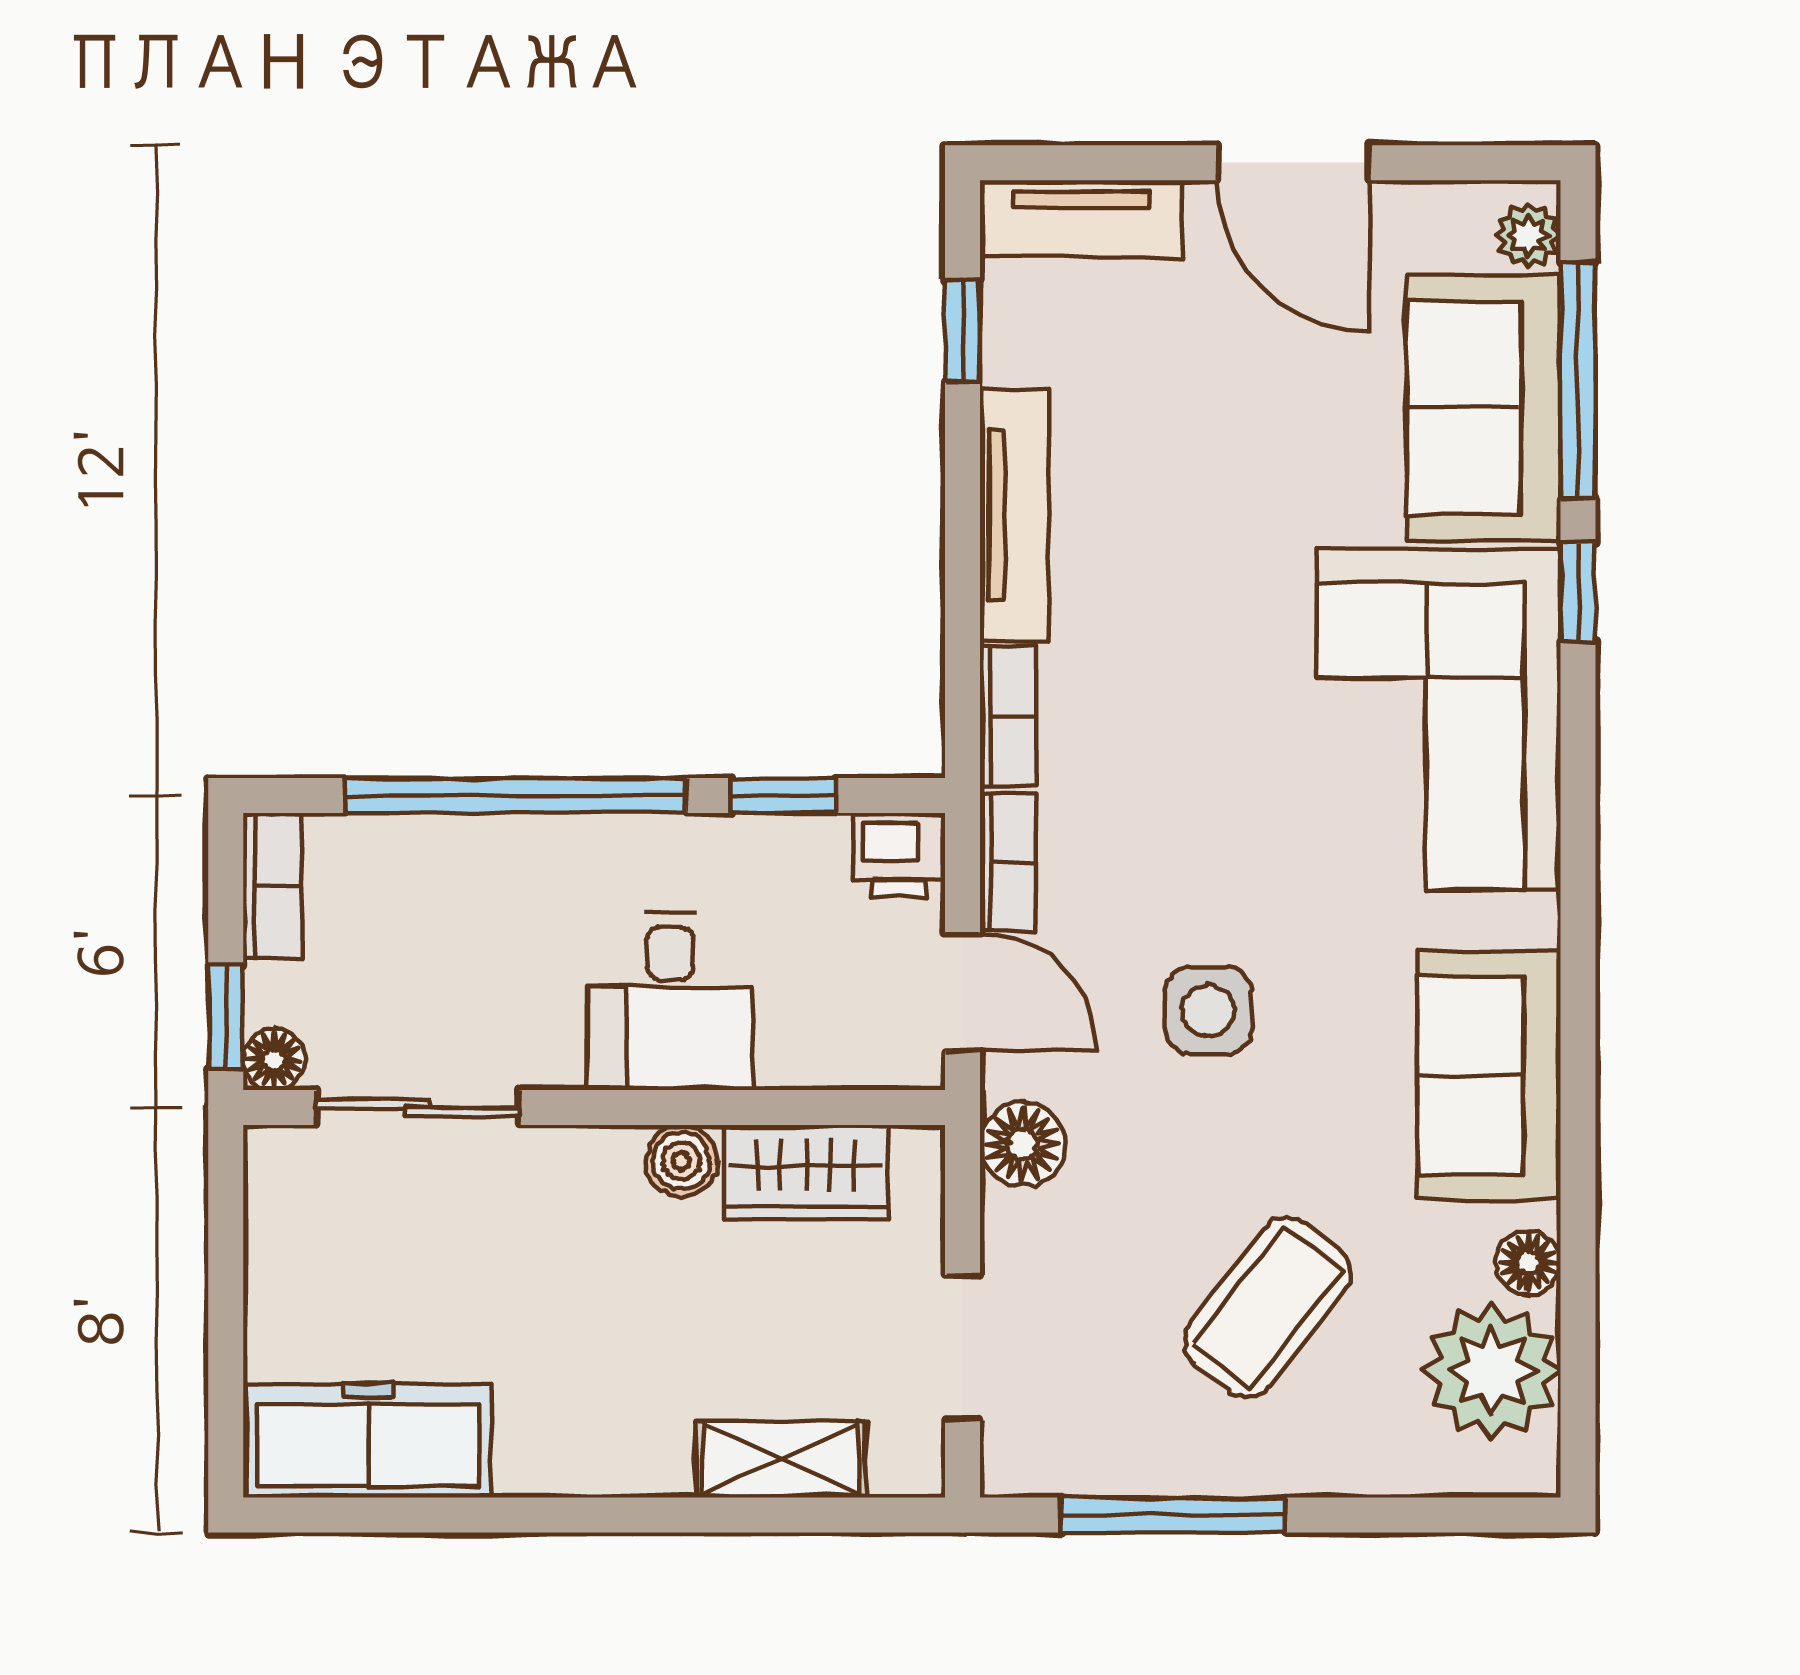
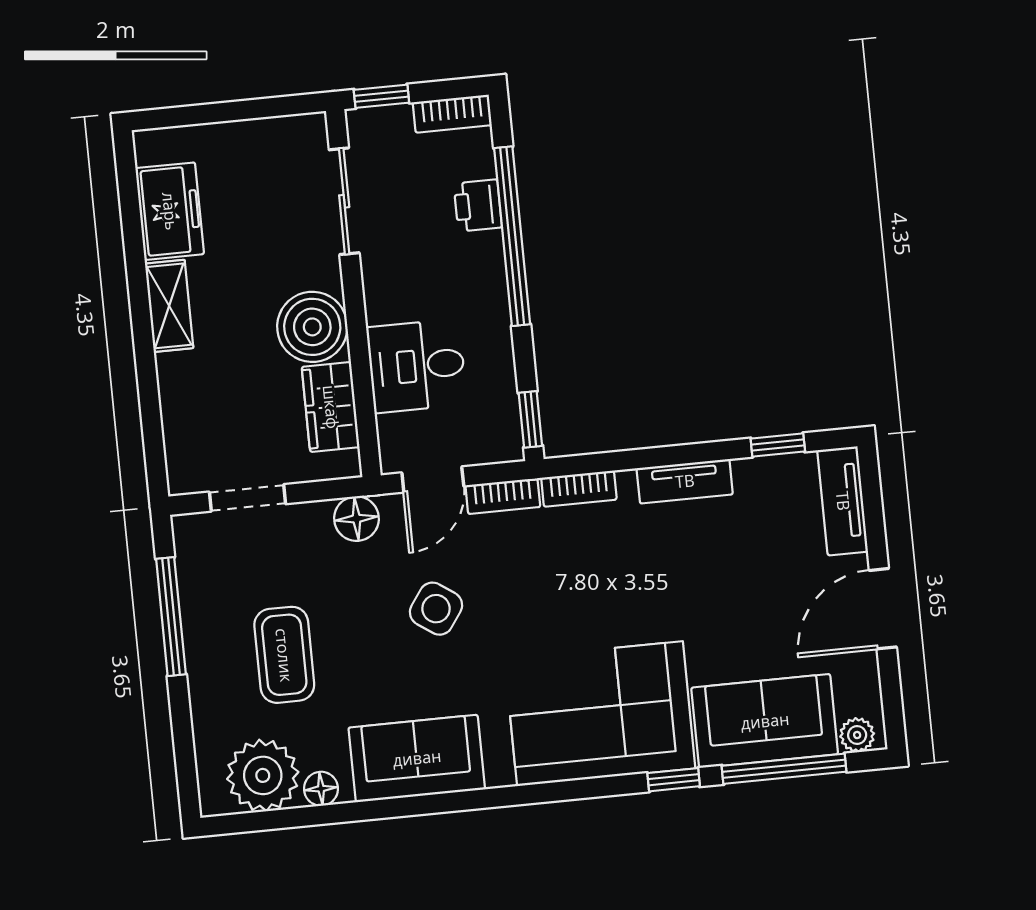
tv unit: (1014, 514) -> (685, 481), width x0.71
window: (783, 795) -> (530, 419), moved
printer: (899, 855) -> (478, 205), moved
desk: (670, 1001) -> (417, 366), moved
side table: (1208, 1010) -> (436, 609), turned 35
floor lamp: (274, 1059) -> (362, 124), removed
boiler: (681, 1161) -> (312, 327), width x1.86, depth x1.86
coffee table: (1267, 1307) -> (284, 655), turned 52
freezer: (368, 1441) -> (170, 211), width x0.71
shelving: (781, 1460) -> (169, 306), moved

